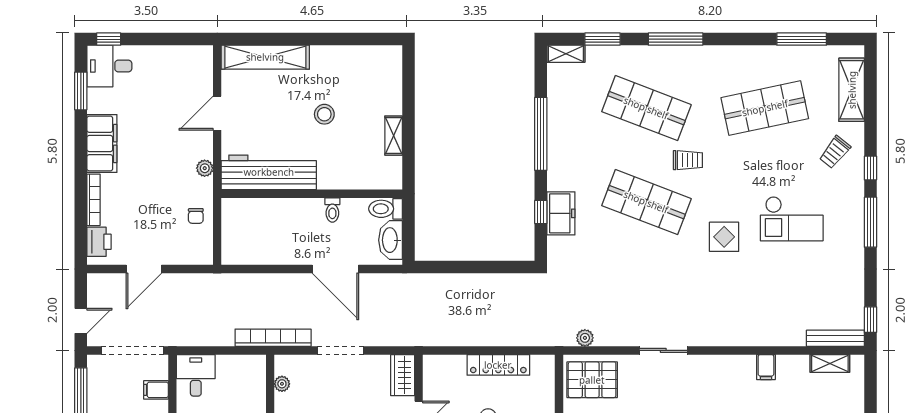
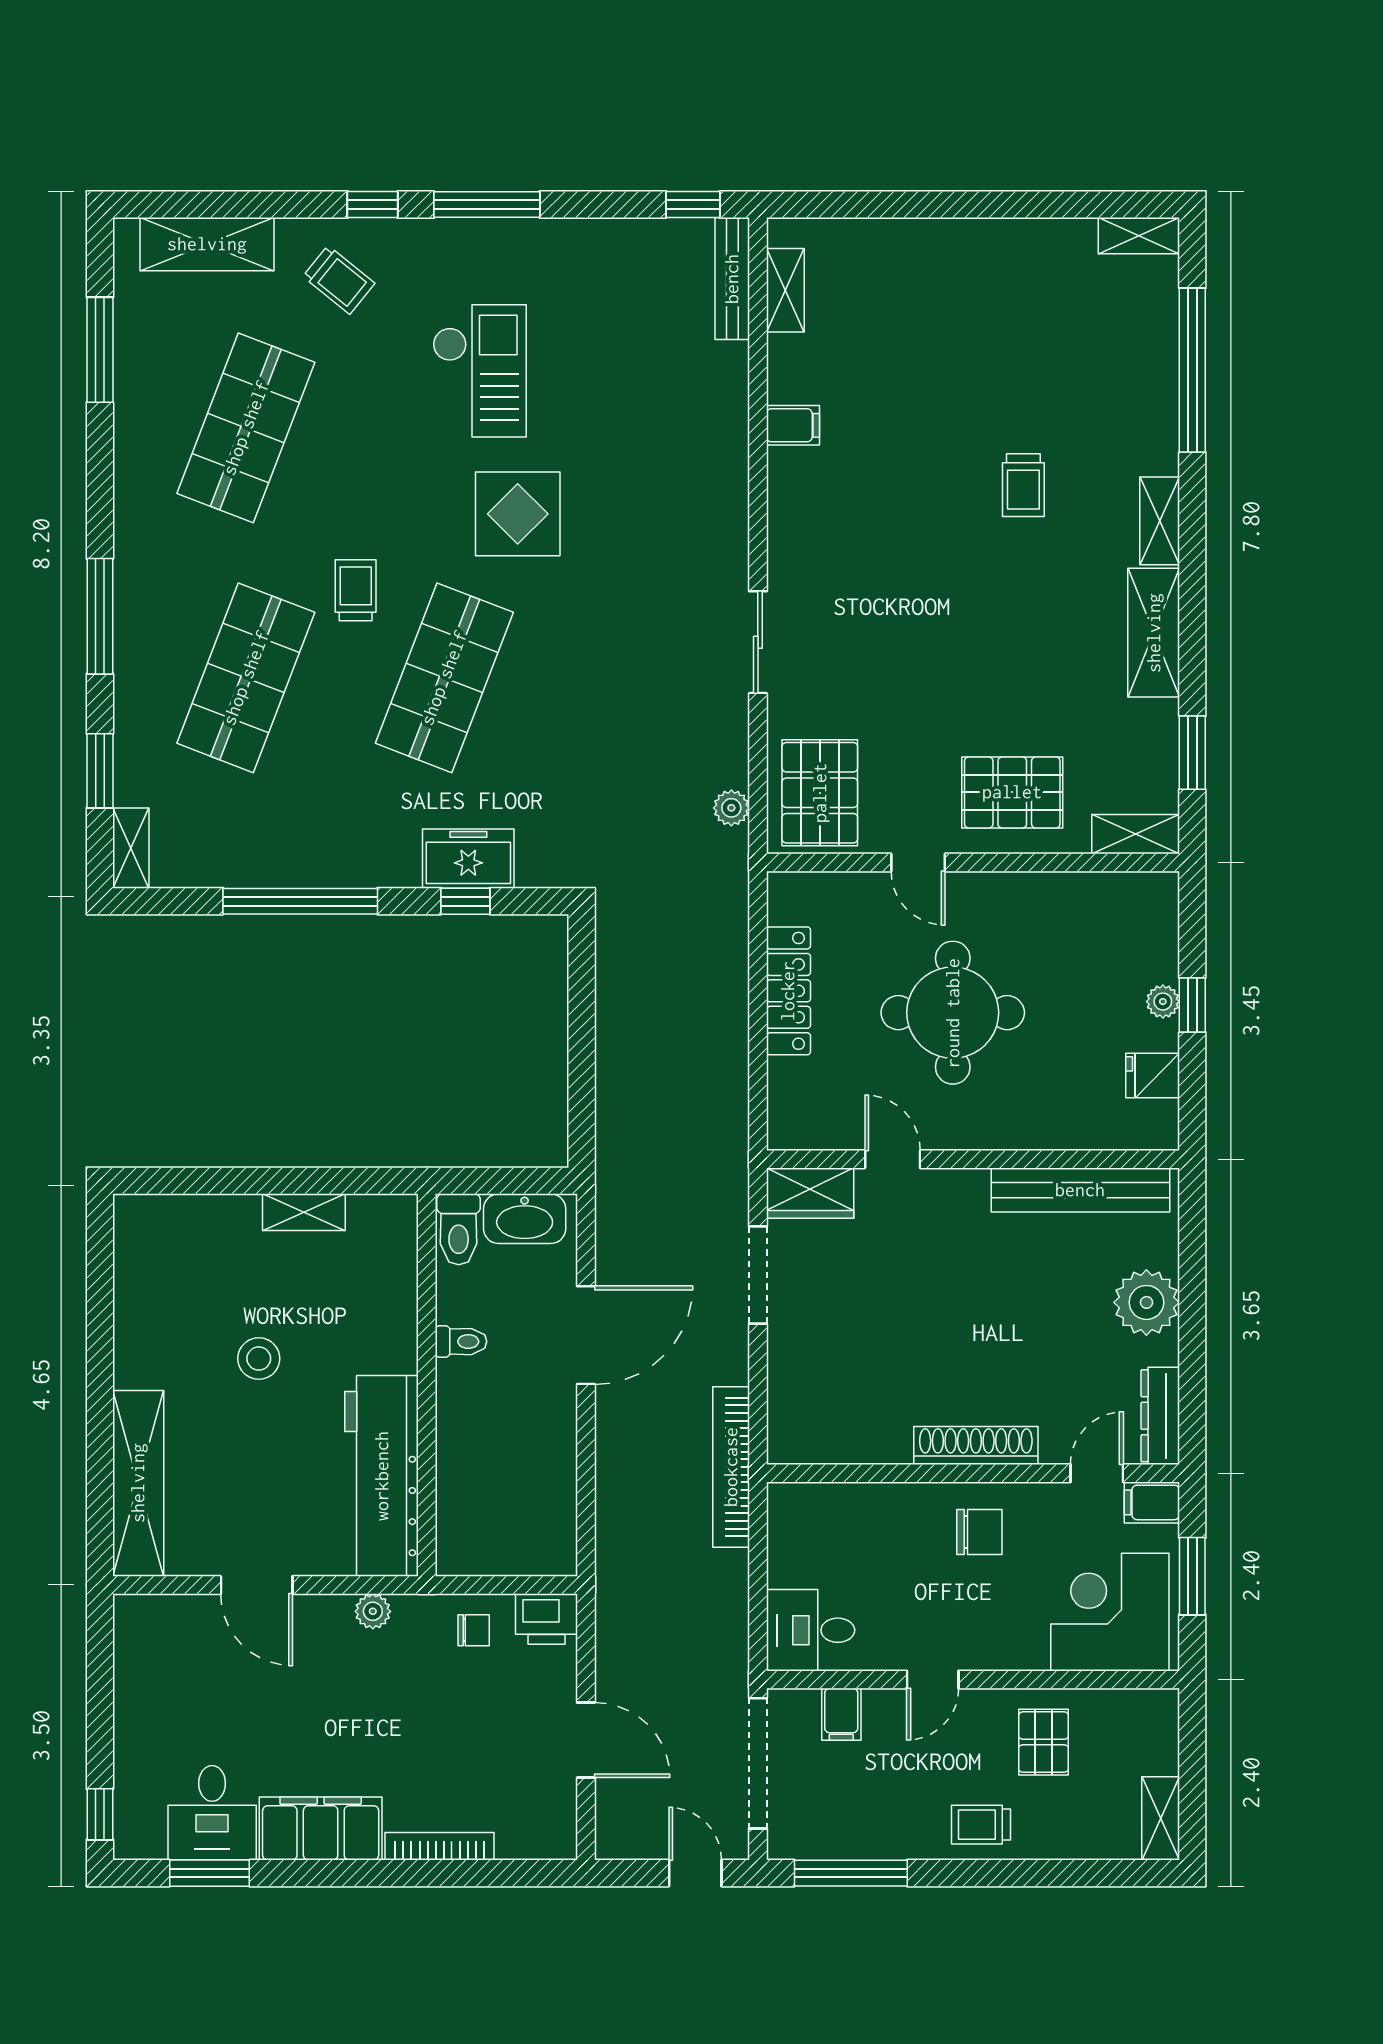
desk: (109, 66) -> (212, 1813), moved
shop shelf: (765, 108) -> (246, 428), turned 33
display table: (724, 237) -> (518, 514), width x1.36, depth x1.36
printer: (99, 242) -> (547, 1619), moved, turned 180
doorway: (341, 350) -> (758, 1275), moved
plant: (282, 384) -> (828, 1448), removed

